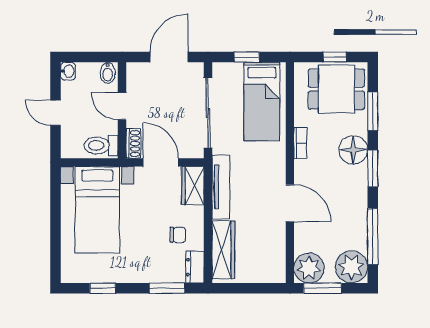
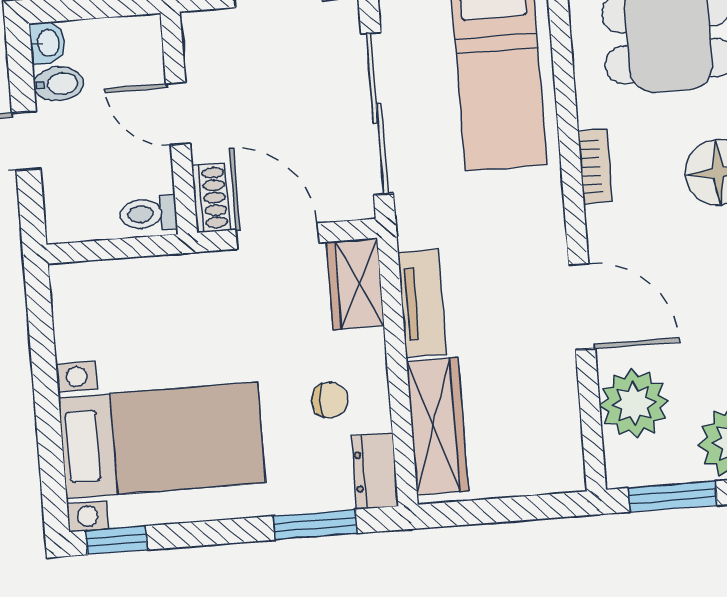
bidet: (108, 73) -> (58, 84), moved, turned -90
toilet: (101, 145) -> (148, 214), width x0.73, depth x0.72
tv unit: (221, 187) -> (422, 303), width x0.71
bed with nightstands: (97, 210) -> (162, 440), moved, turned -90
plant: (309, 268) -> (634, 404), moved
window: (103, 288) -> (116, 540), moved

